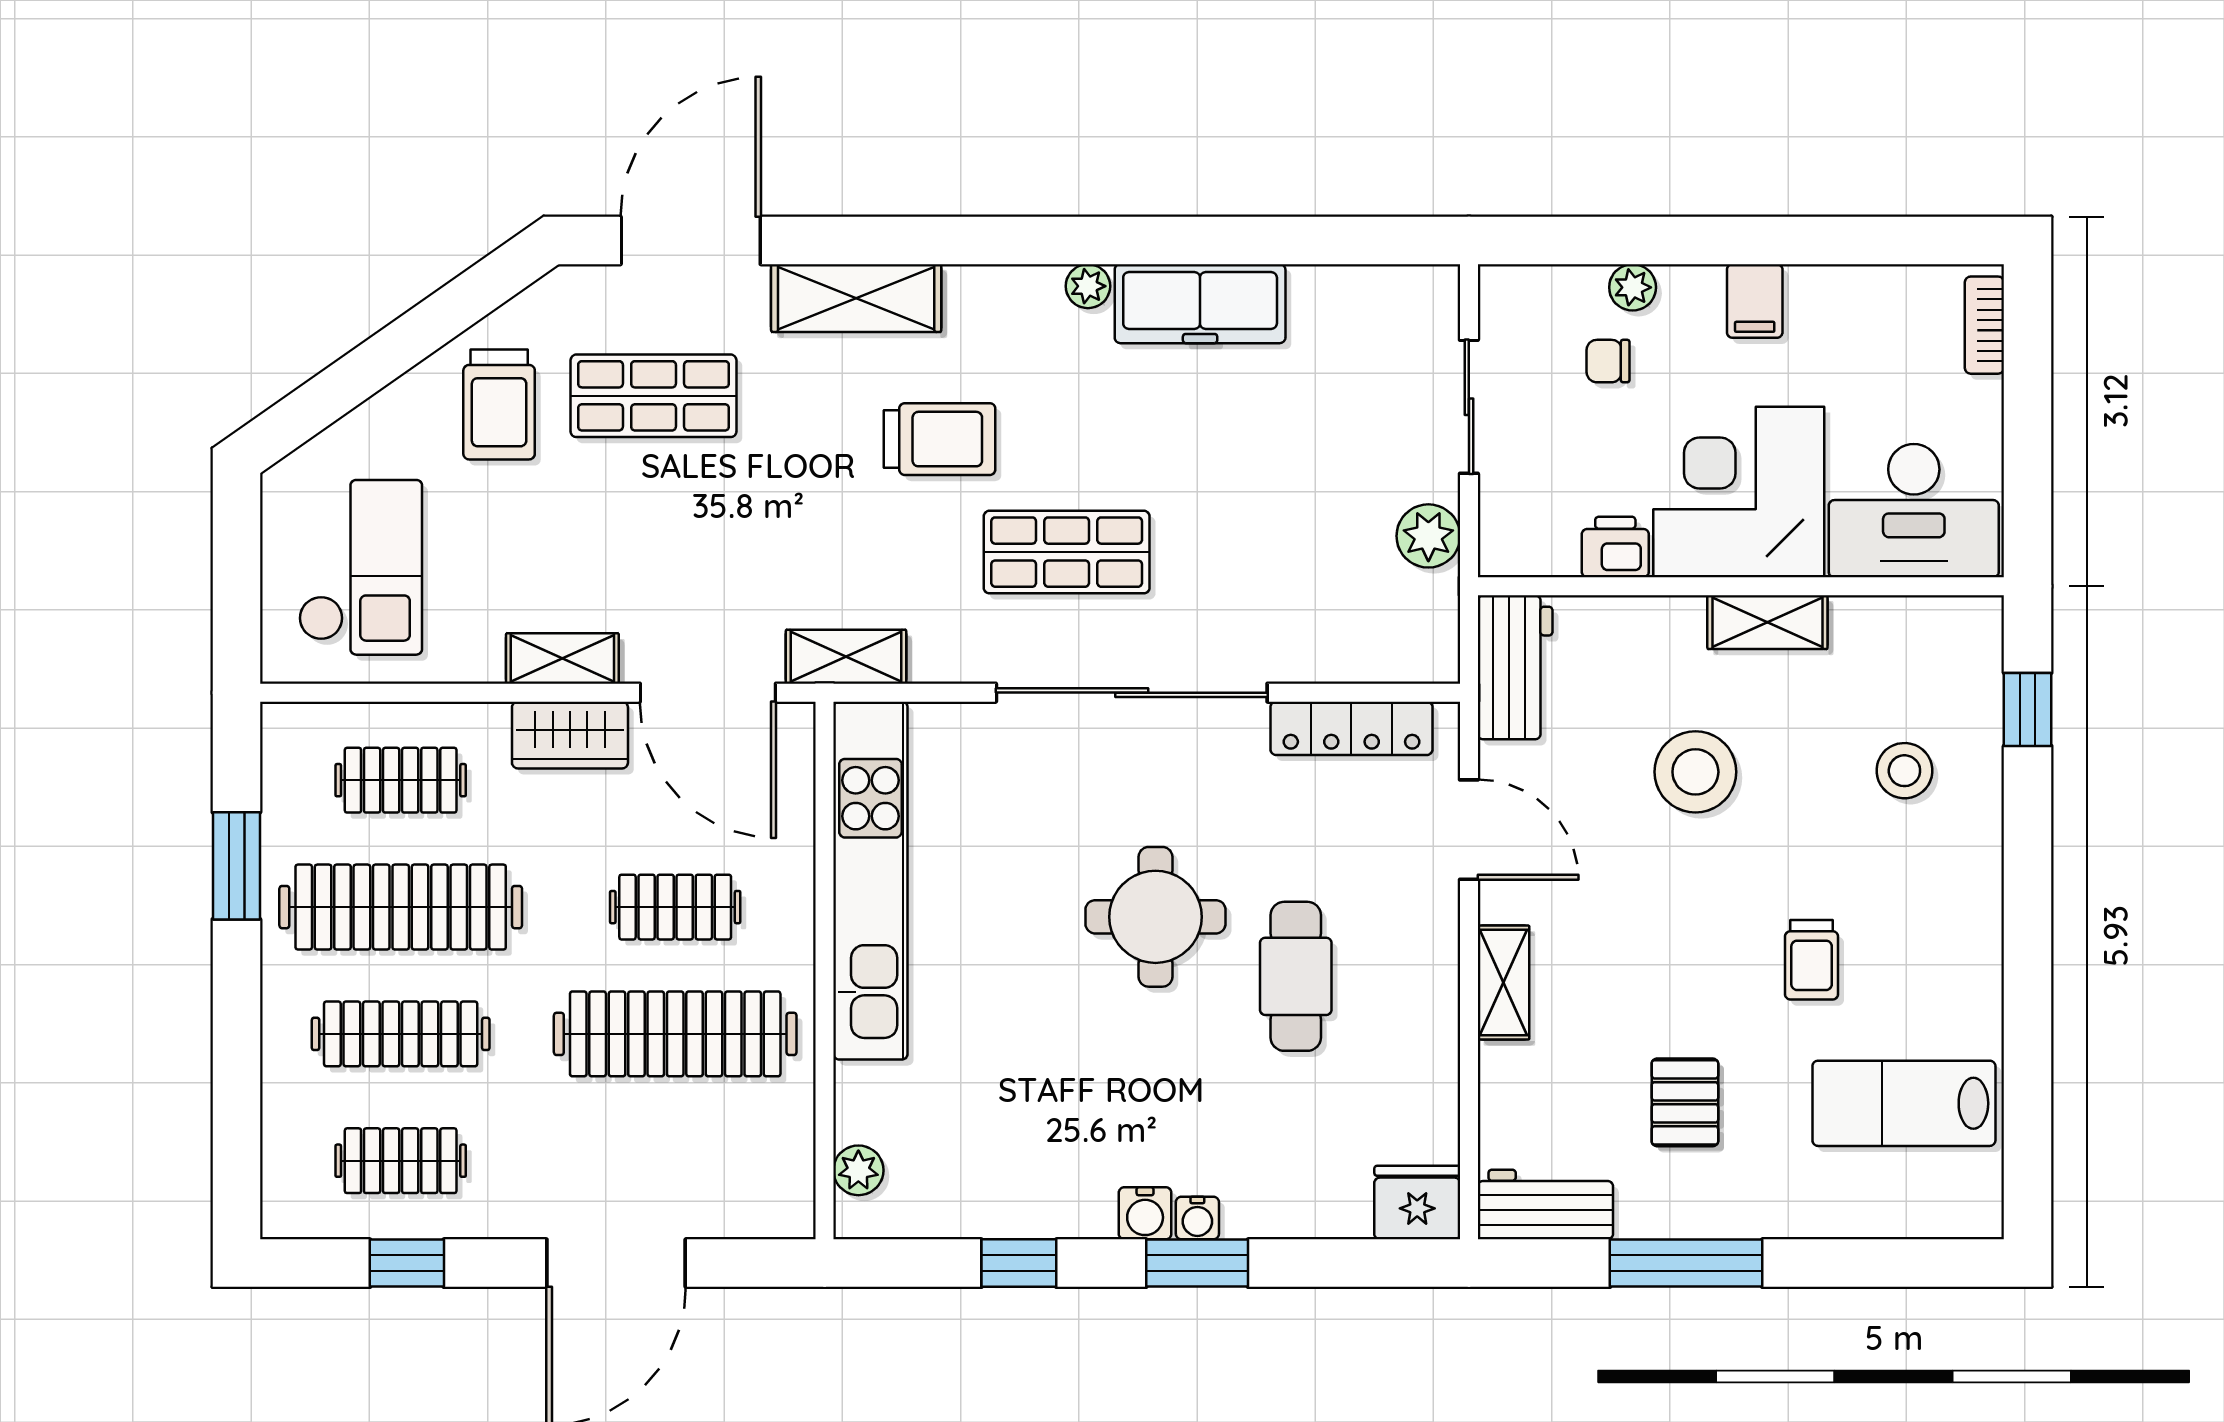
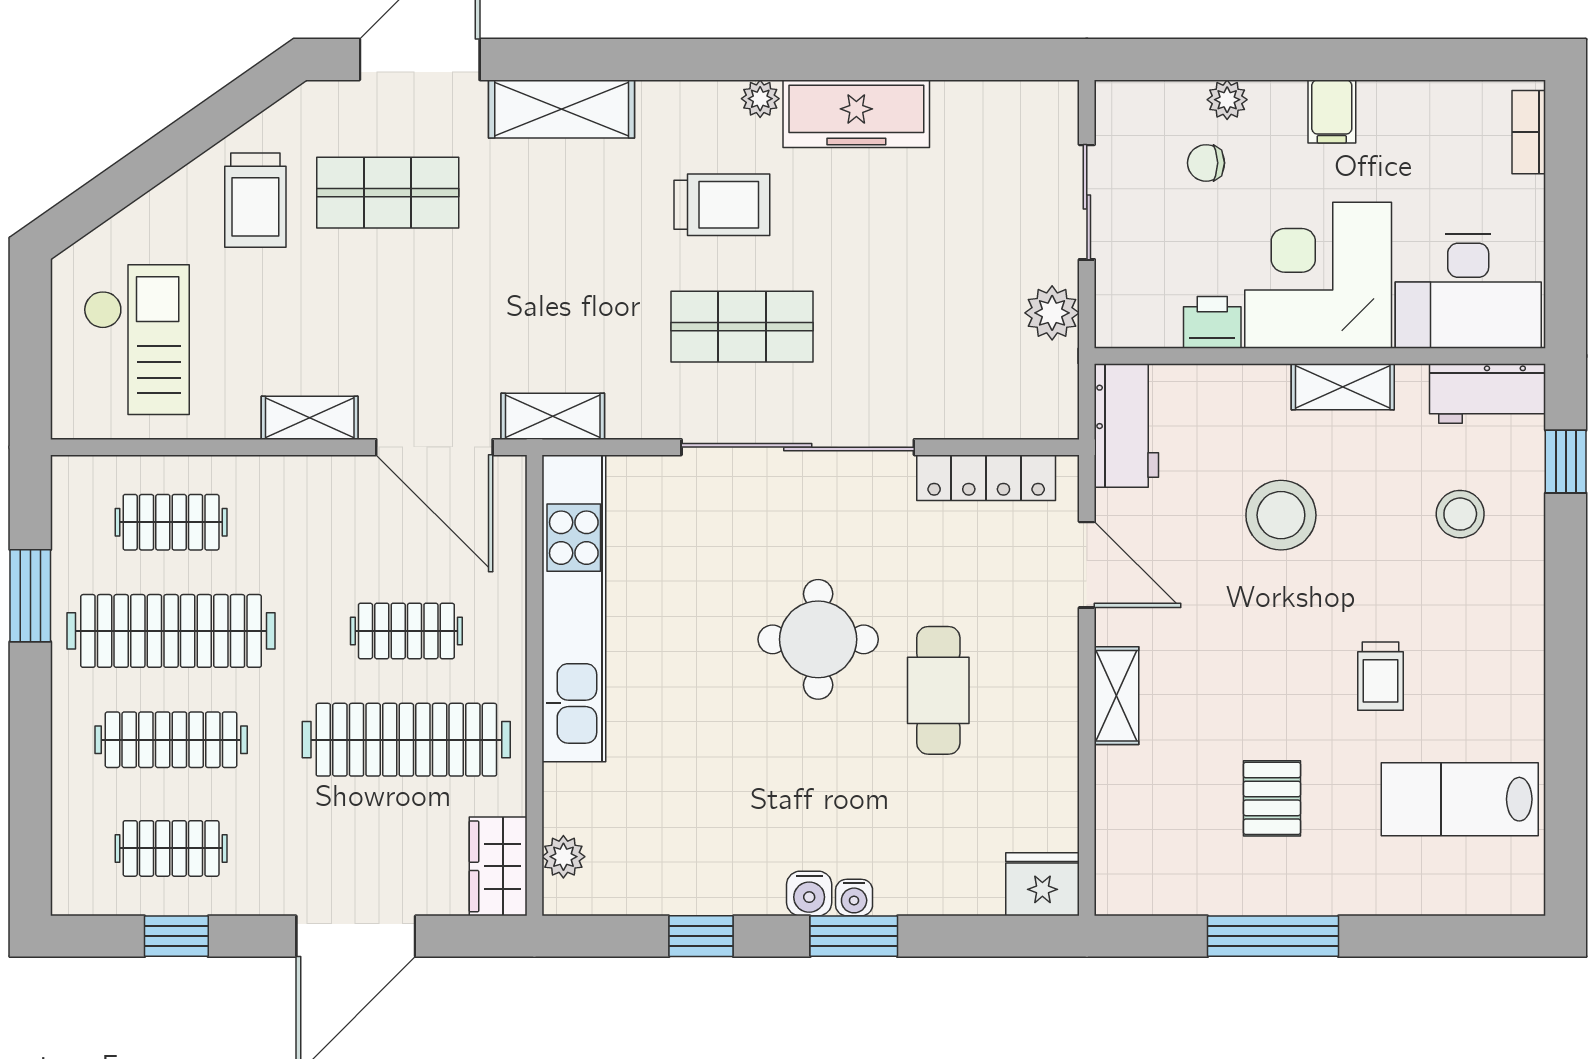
trolley: (939, 439) -> (722, 205), moved
wardrobe: (570, 735) -> (498, 866), moved, turned 90
workbench: (1545, 1205) -> (1488, 393), moved, turned 180

